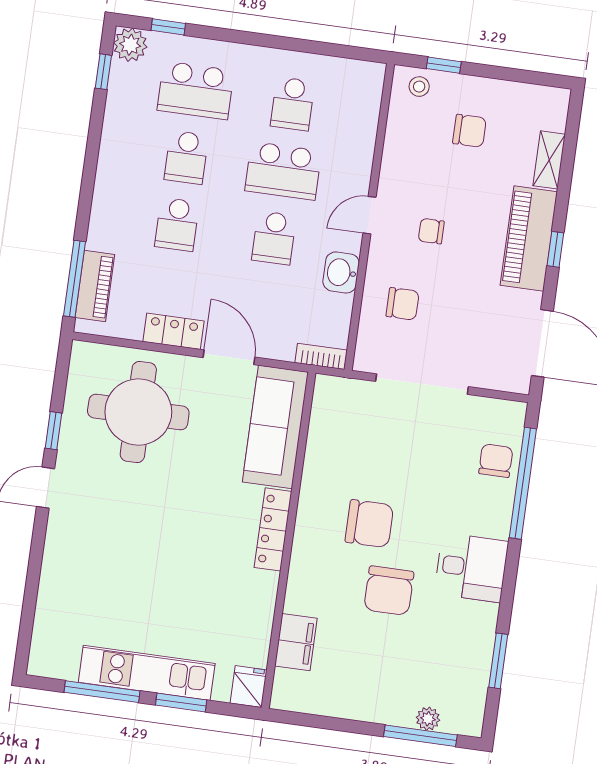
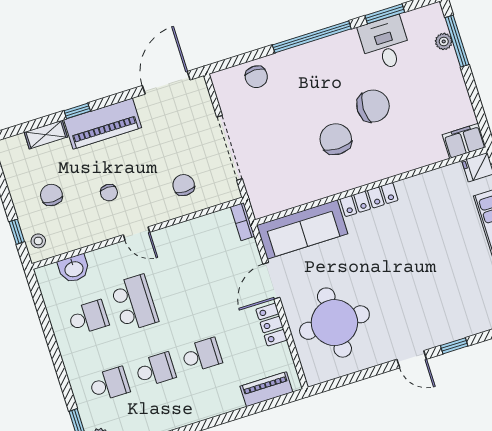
school desk: (196, 90) -> (109, 384), width x0.54
chair: (431, 231) -> (109, 193), moved
school desk: (274, 238) -> (180, 288), removed
window: (555, 249) -> (77, 111), moved
washbasin: (341, 272) -> (74, 269), moved
window: (75, 279) -> (268, 405), removed
window: (53, 431) -> (454, 346), moved
chair: (496, 461) -> (256, 77), turned -90
window: (523, 483) -> (312, 37), moved
desk: (471, 568) -> (385, 43), moved
filing cabinet: (296, 642) -> (464, 141), moved

